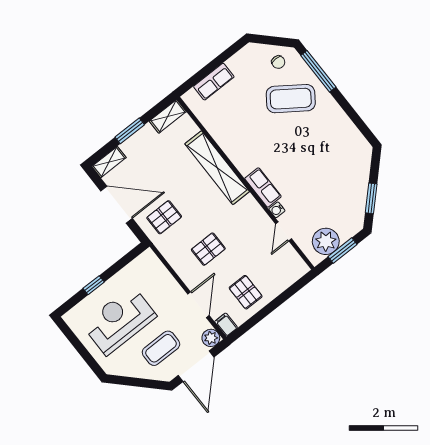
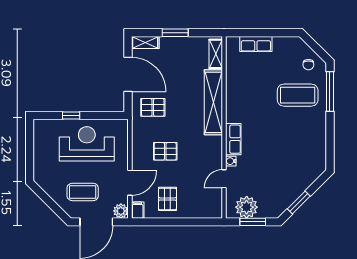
coffee table: (291, 99) -> (298, 95), turned -35
shelving: (168, 116) -> (216, 54), moved, turned 90
reception desk: (119, 320) -> (87, 144), moved

